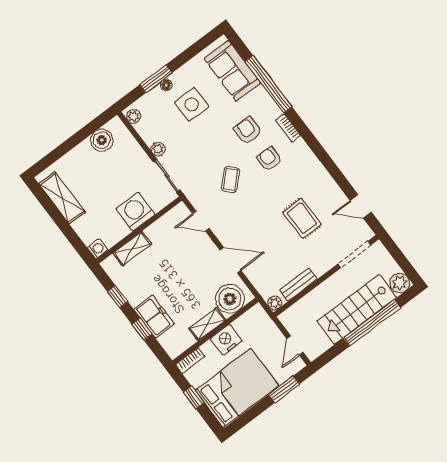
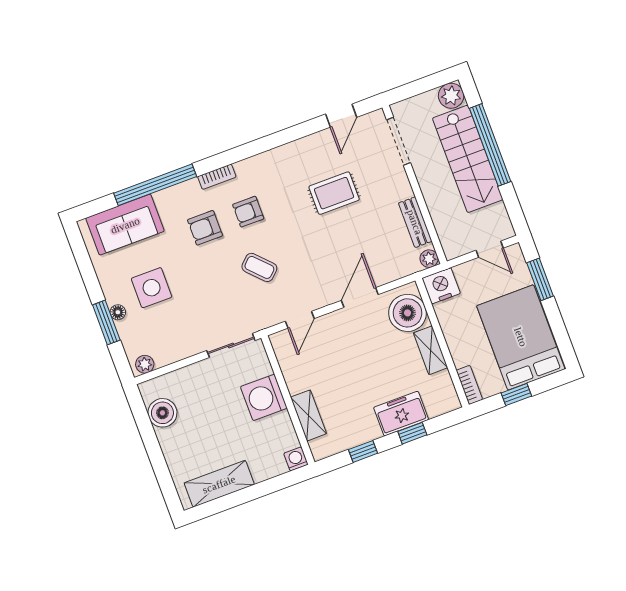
plant: (158, 149) -> (194, 346), removed
nightstand: (226, 340) -> (441, 286), moved, turned 90

